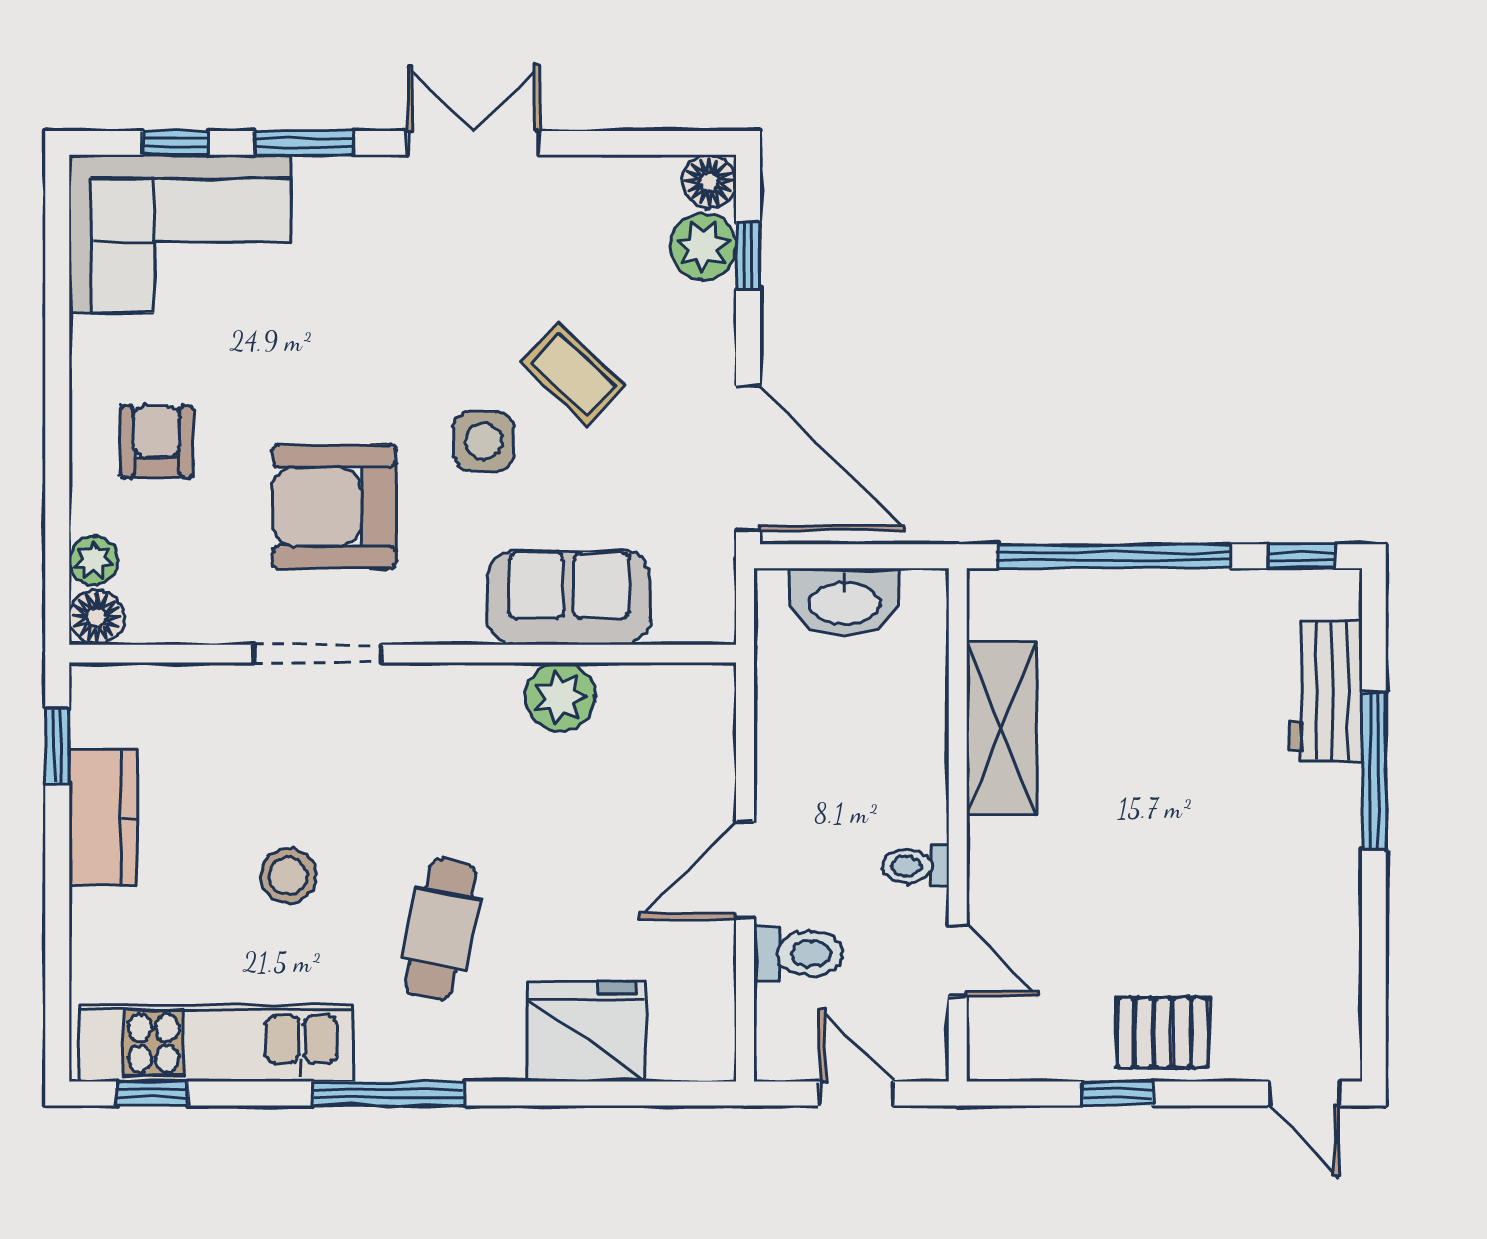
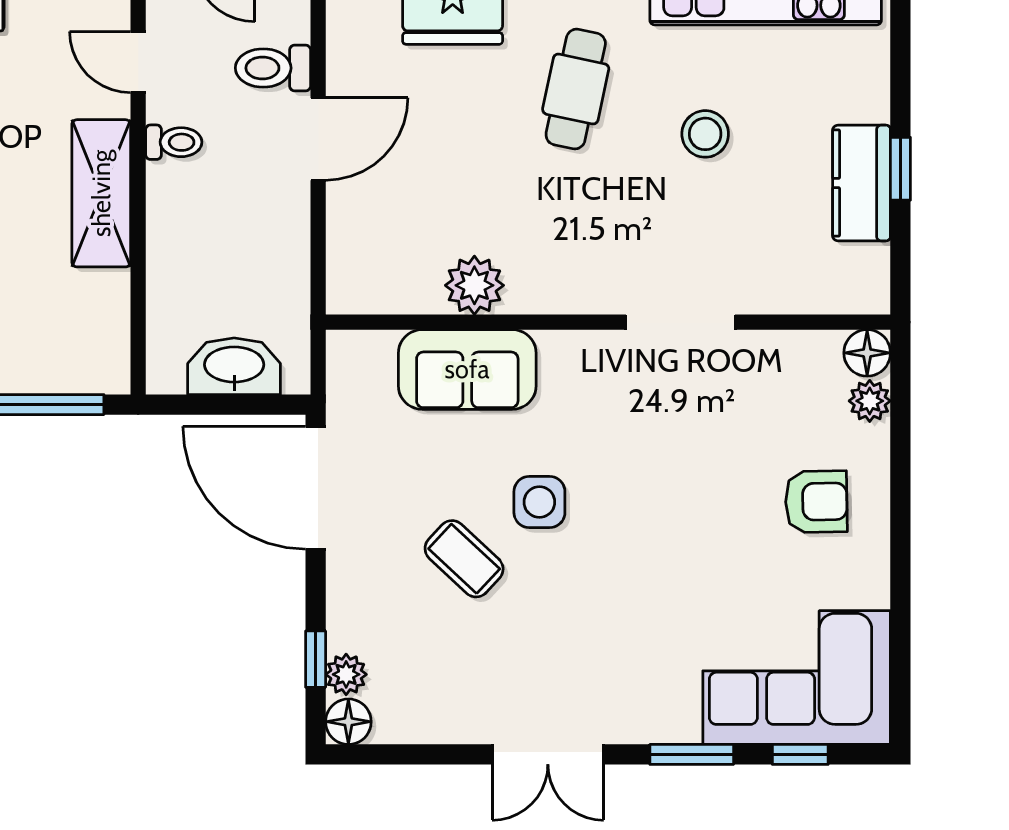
plant: (703, 247) -> (346, 674), width x0.73, depth x0.73
armchair: (157, 442) -> (816, 502), turned -91
armchair: (334, 507) -> (666, 446), removed
shelving: (1001, 728) -> (101, 193), moved
window: (57, 746) -> (900, 169), moved

